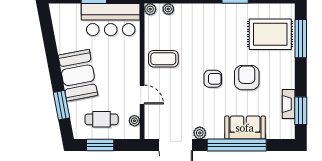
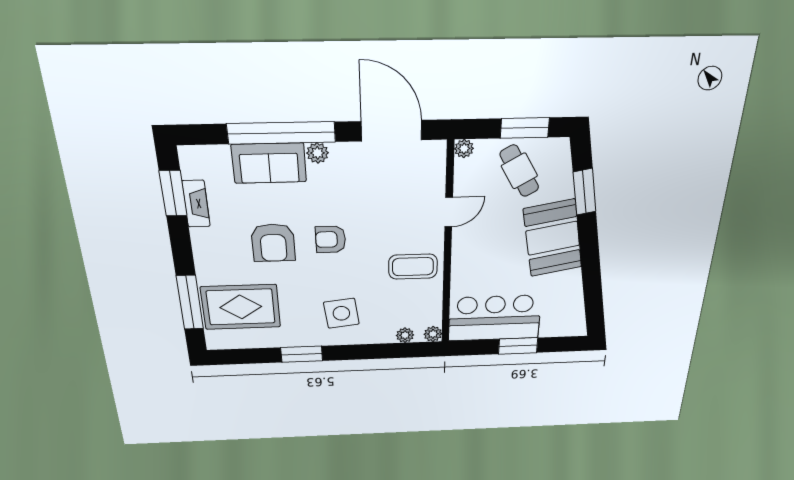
side table: (208, 27) -> (341, 313), added
door: (142, 95) -> (449, 212), swing flipped
cafe table: (102, 119) -> (519, 171), turned 60
plant: (134, 121) -> (464, 149), moved
plant: (200, 133) -> (318, 153), moved

